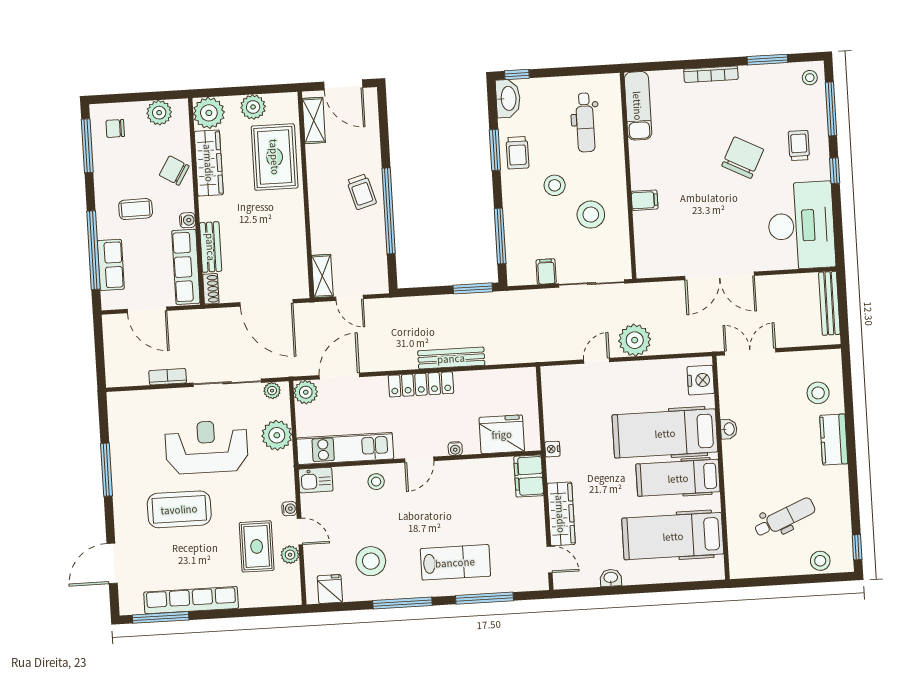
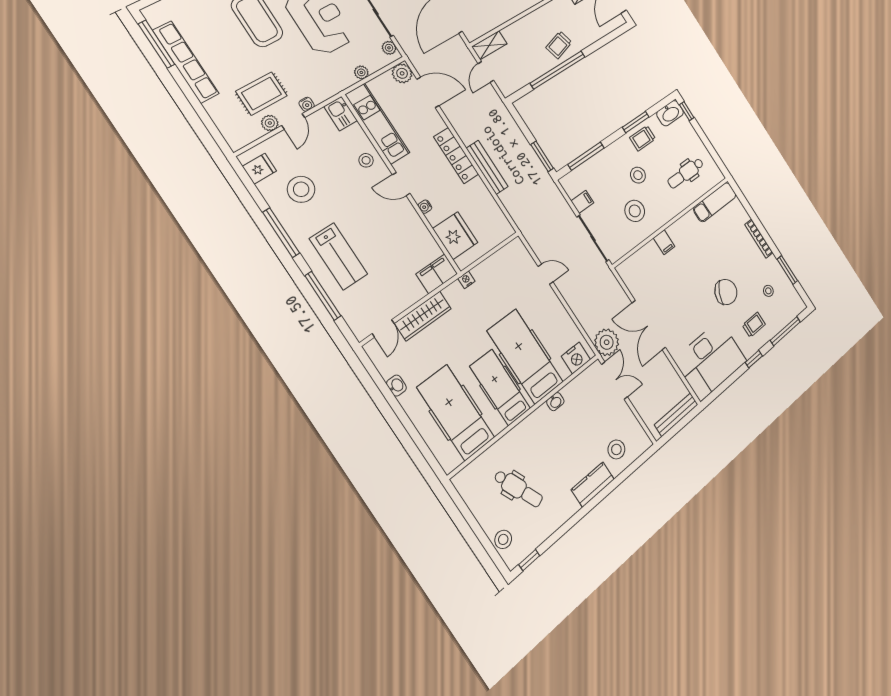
stool: (810, 78) -> (768, 291), moved
plant: (635, 340) -> (607, 342), moved
plant: (277, 435) -> (361, 72), width x0.53, depth x0.53

